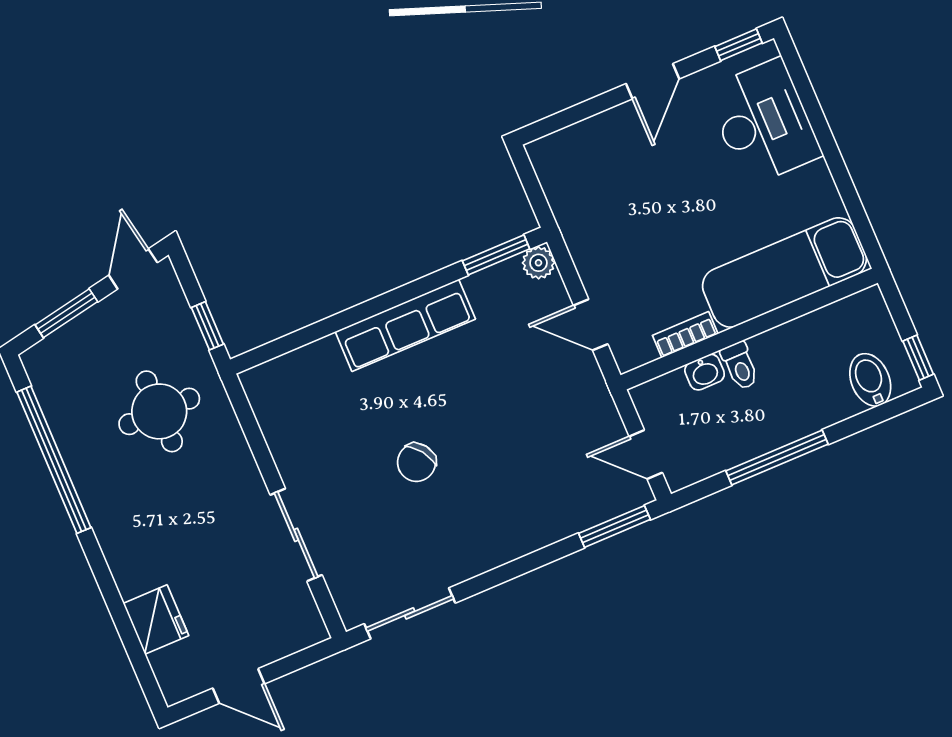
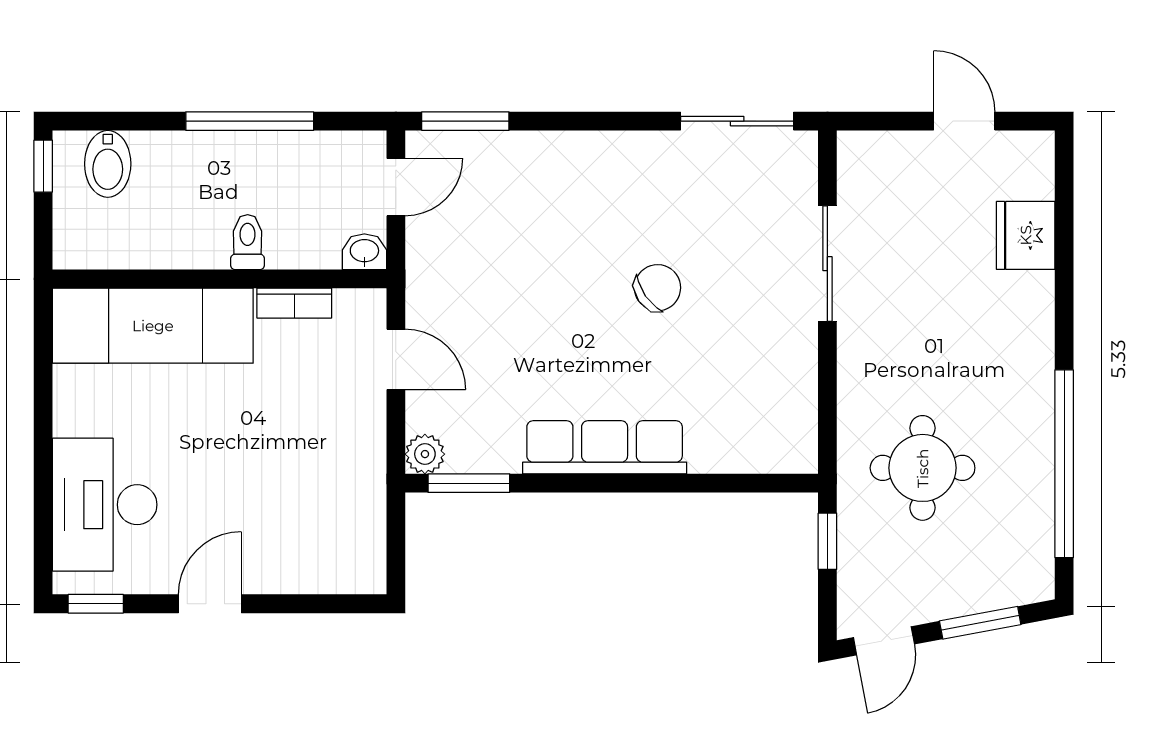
washbasin: (705, 372) -> (364, 252), moved
door: (646, 455) -> (396, 187), hinge flipped

